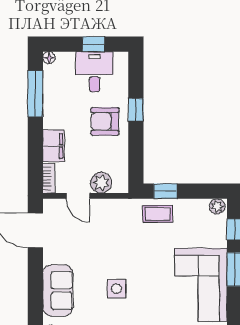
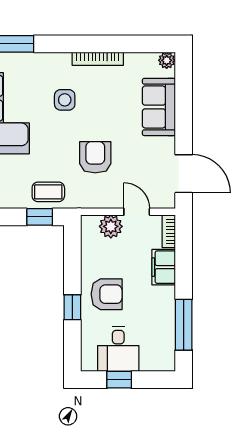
floor lamp: (49, 58) -> (169, 365), removed
armchair: (115, 245) -> (95, 157), added
side table: (116, 289) -> (65, 100), moved

